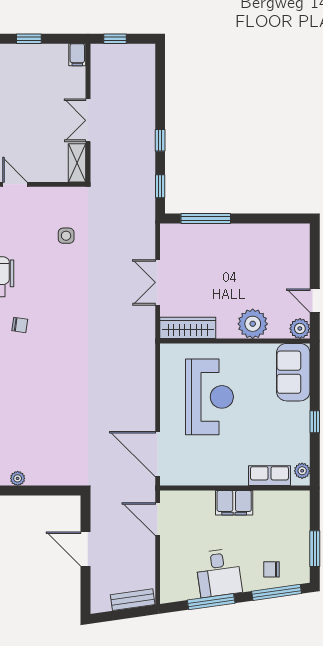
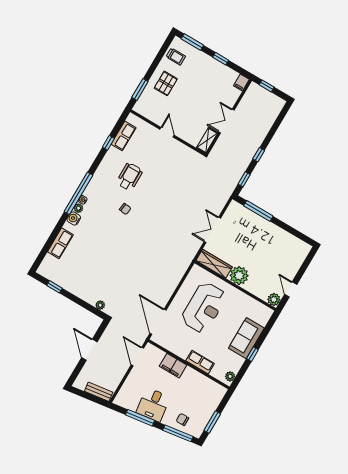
side table: (66, 236) -> (178, 176), removed
plant: (253, 324) -> (239, 276), moved
sofa: (293, 372) -> (246, 338), moved
row of seats: (269, 476) -> (200, 362), moved
plant: (18, 478) -> (100, 305), moved
filing cabinet: (234, 503) -> (173, 366), moved

